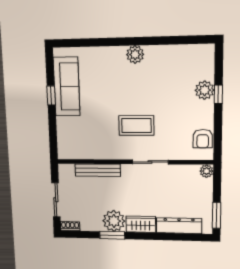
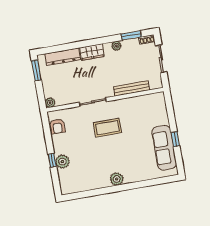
armchair: (203, 139) -> (57, 126), turned 180
plant: (114, 221) -> (116, 46), width x0.53, depth x0.53
window: (112, 235) -> (131, 35), moved

